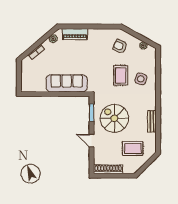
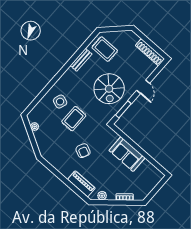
armchair: (120, 46) -> (83, 151), moved
sofa: (67, 83) -> (127, 154), width x0.73
rug: (133, 148) -> (105, 49), moved

